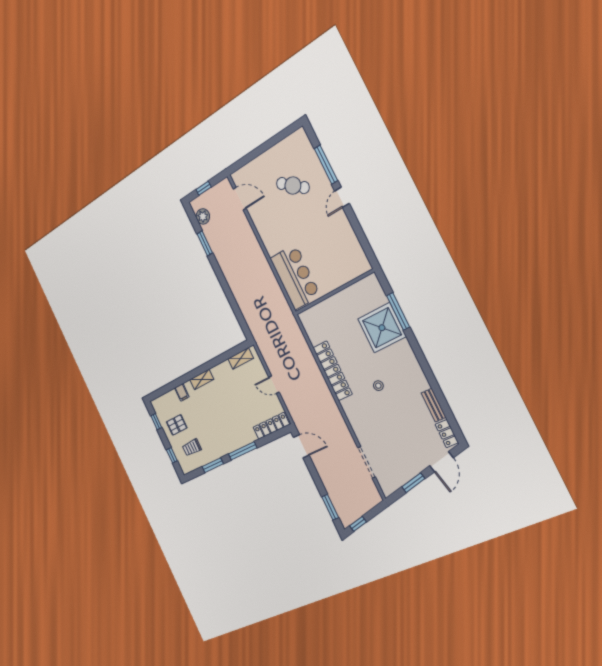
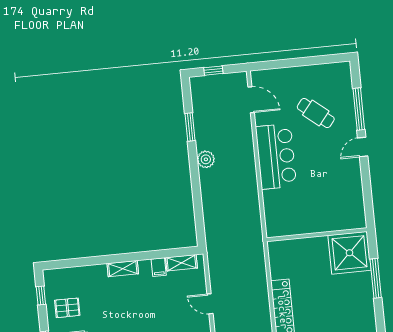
plant: (203, 216) -> (206, 159), moved
bar counter: (295, 277) -> (276, 156), moved
shower: (382, 328) -> (349, 253), moved
filing cabinet: (182, 392) -> (159, 267), moved

